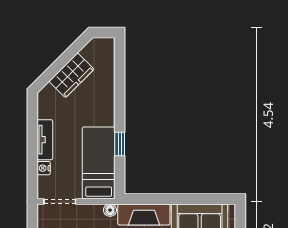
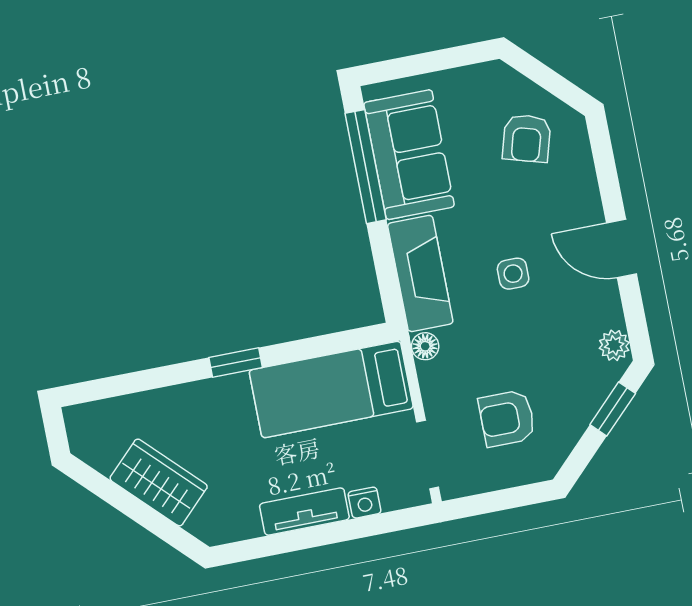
window: (120, 144) -> (236, 362), moved
window: (198, 199) -> (366, 167), added

